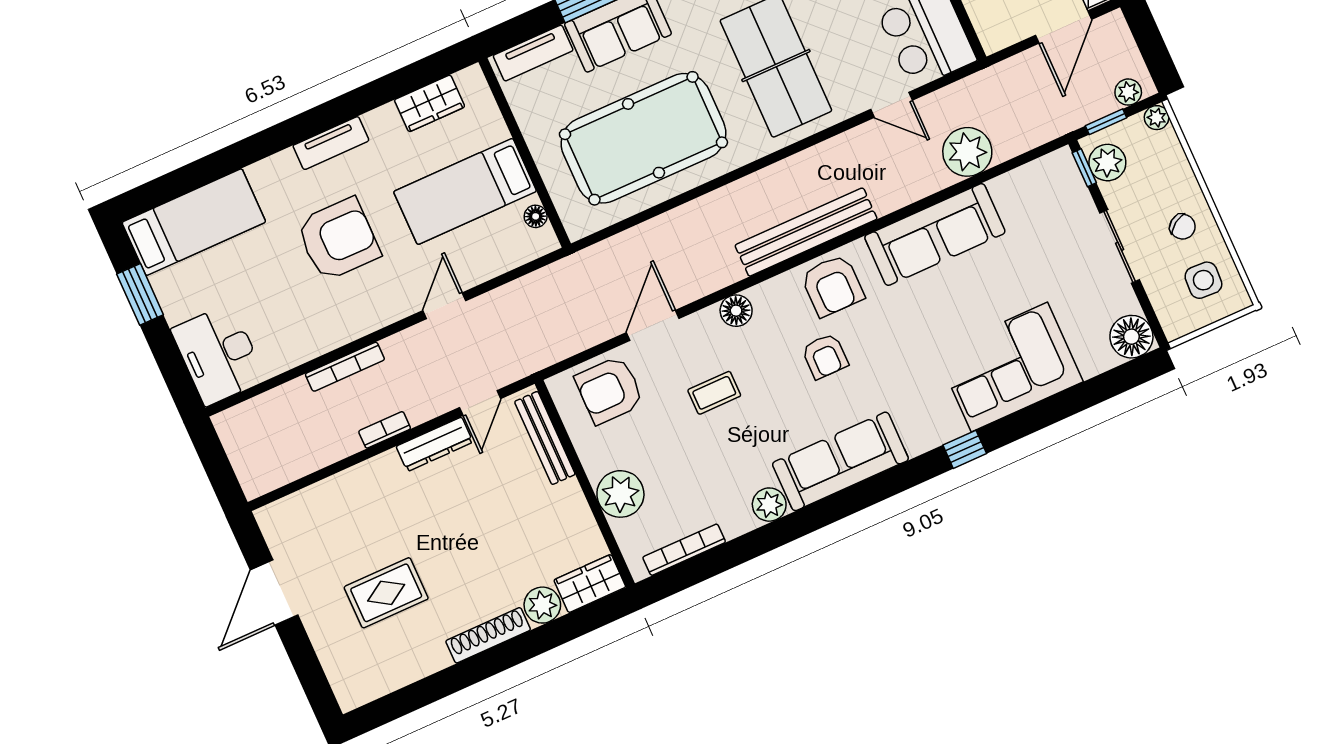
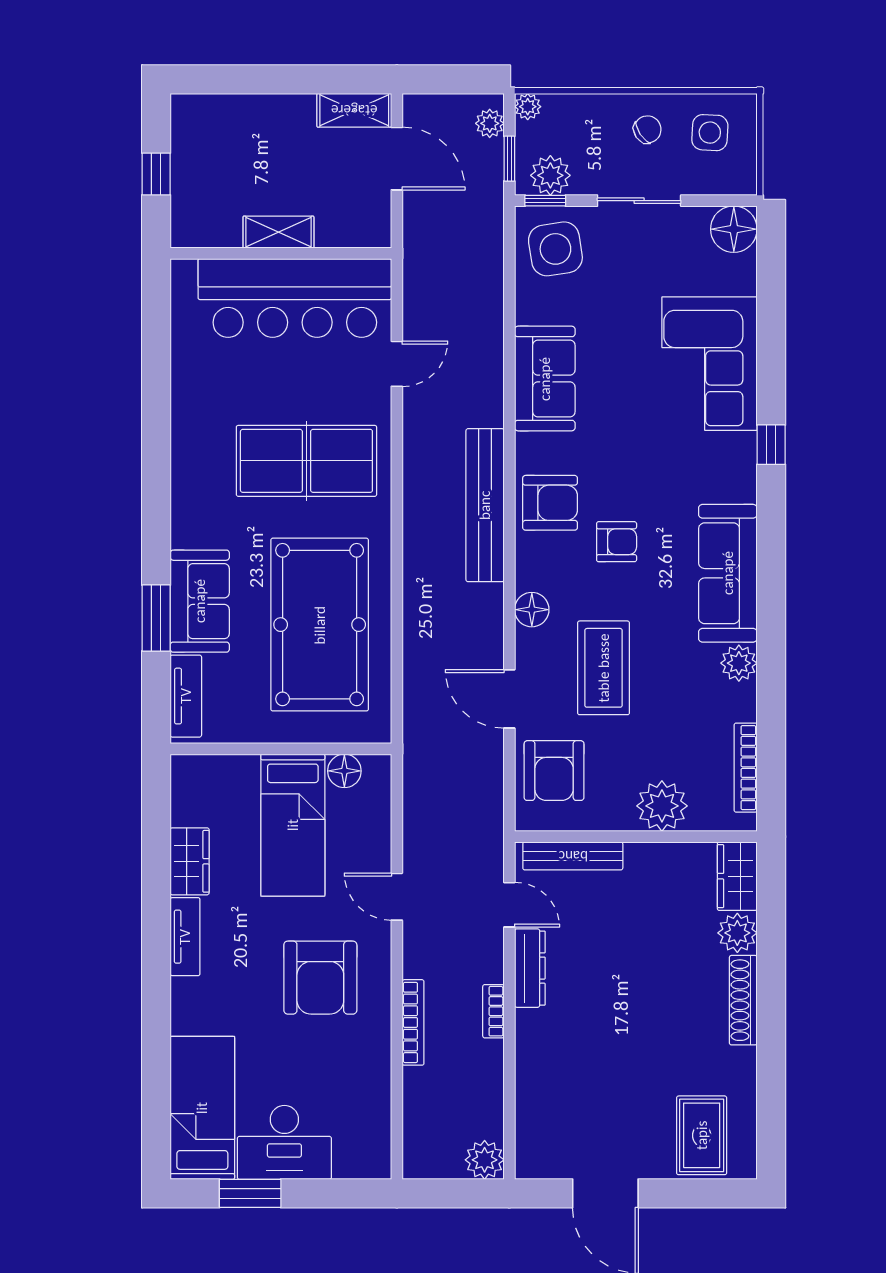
wardrobe: (430, 103) -> (190, 861), moved
plant: (967, 152) -> (485, 1160), moved, width x0.73, depth x0.73
side table: (1048, 195) -> (555, 249), added
floor lamp: (536, 216) -> (344, 771), width x1.37, depth x1.37
sofa: (935, 234) -> (545, 379), width x0.73
armchair: (338, 239) -> (320, 978), moved, turned 180
desk: (218, 354) -> (284, 1142), moved
coffee table: (714, 393) -> (604, 668), width x1.86, depth x1.72
rug: (386, 593) -> (702, 1135), moved

